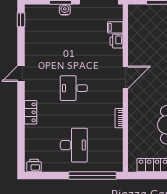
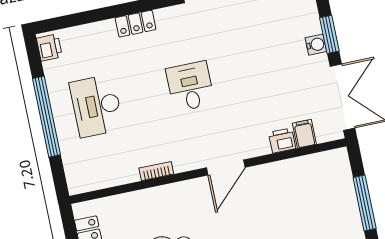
door: (125, 77) -> (226, 167), hinge flipped
desk: (74, 145) -> (97, 106), turned 90
window: (93, 176) -> (46, 117), moved

